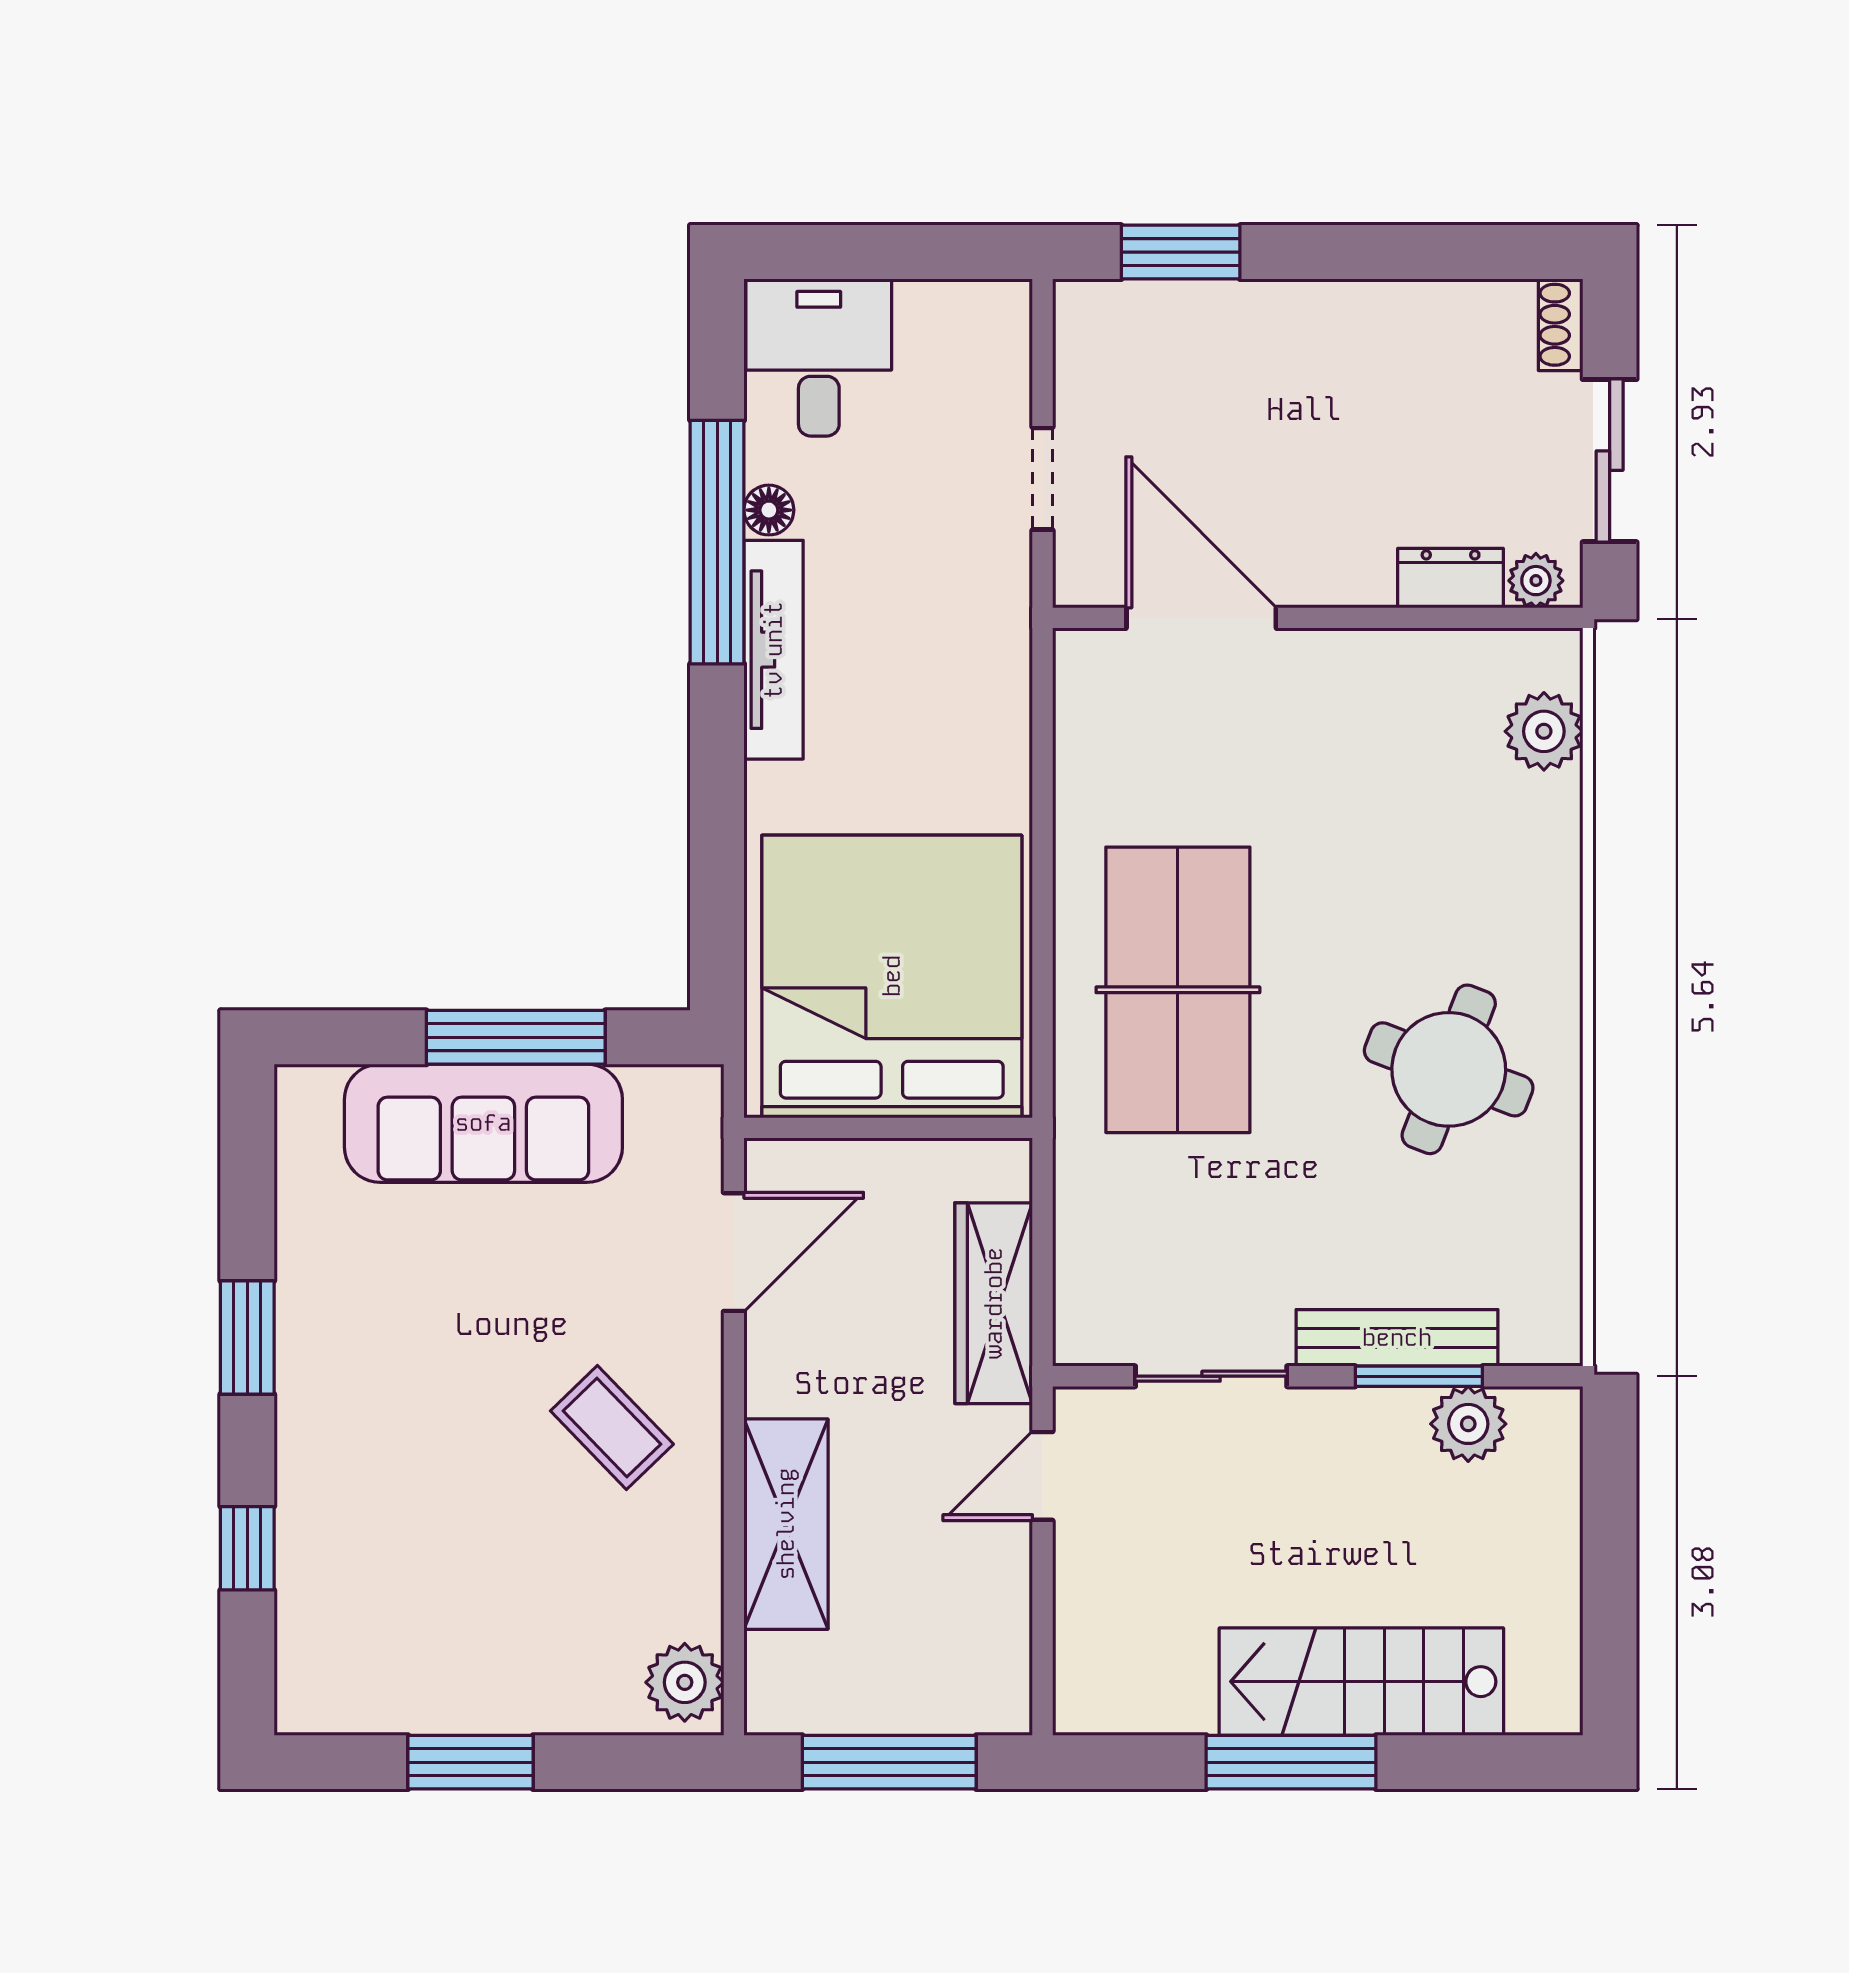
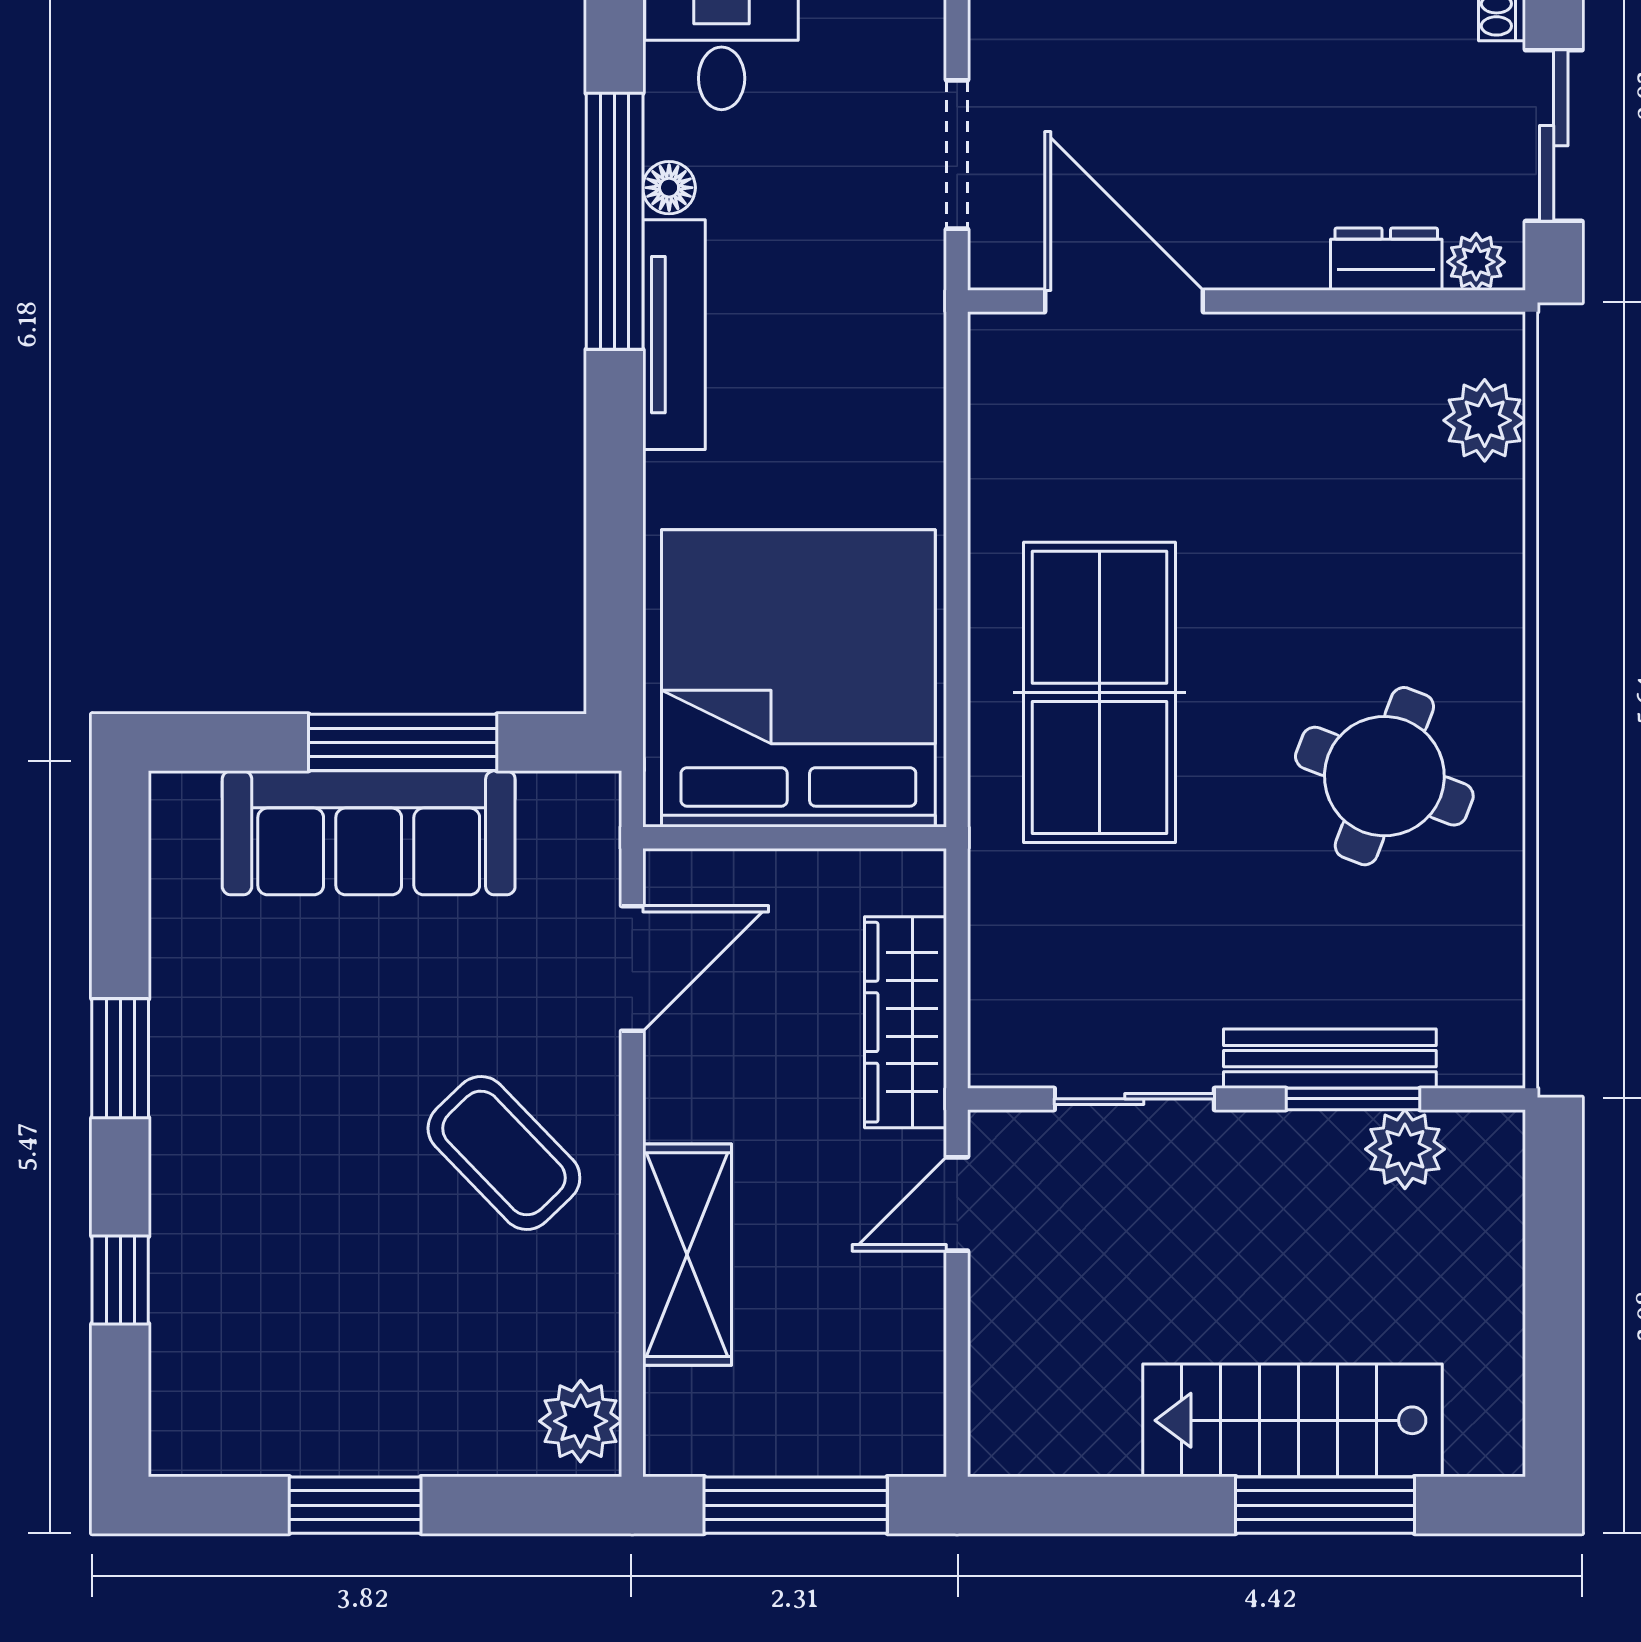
doorway: (1043, 479) -> (957, 155), width x1.38
coffee table: (612, 1428) -> (504, 1153), width x1.36, depth x1.30
window: (1291, 1762) -> (1325, 1505), moved

